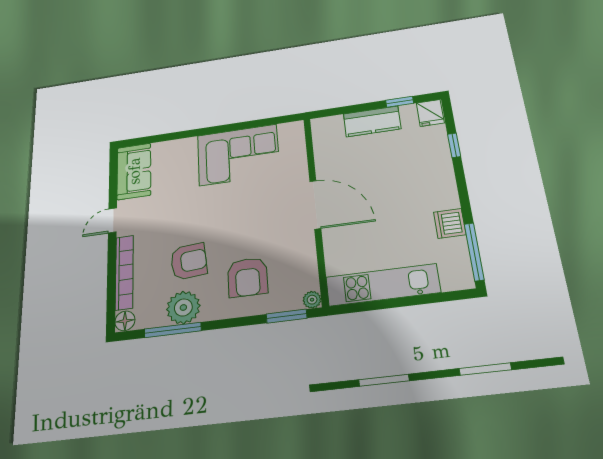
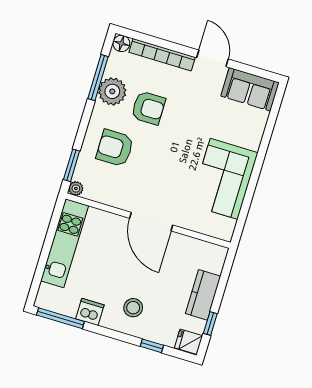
stool: (421, 181) -> (133, 308), added
door: (315, 205) -> (151, 222), hinge flipped
door: (112, 220) -> (212, 58), width x1.37
armchair: (189, 261) -> (148, 108), turned -85

